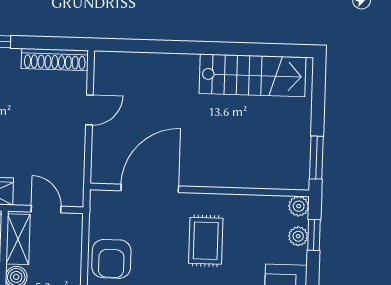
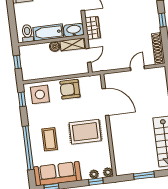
door: (89, 110) -> (137, 68), swing flipped
window: (316, 158) -> (144, 175), moved
rug: (206, 241) -> (85, 132), width x1.36, depth x1.43

